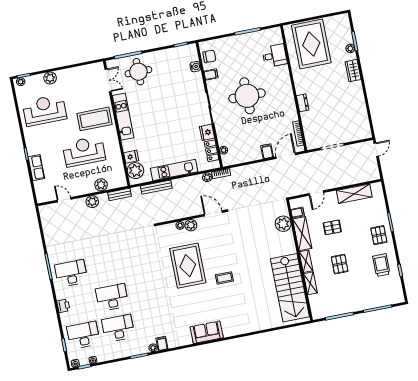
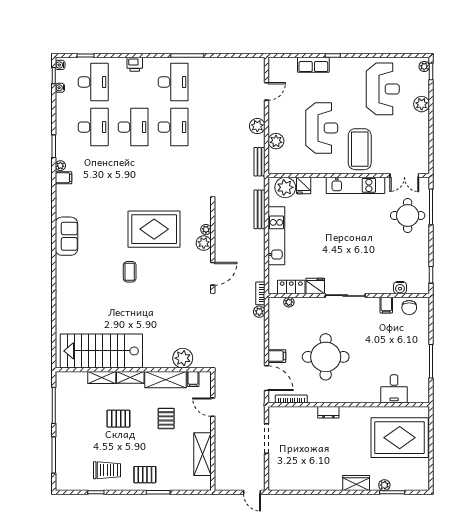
round table: (247, 96) -> (326, 357), moved
plant: (207, 177) -> (259, 312), moved
desk: (106, 266) -> (173, 127), added

